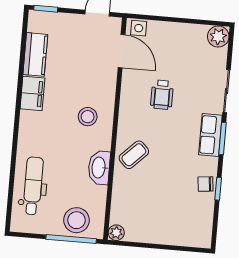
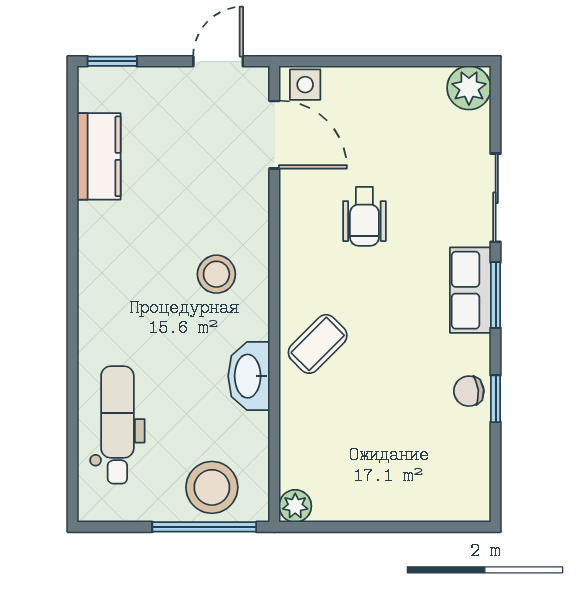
filing cabinet: (32, 93) -> (100, 237), removed

